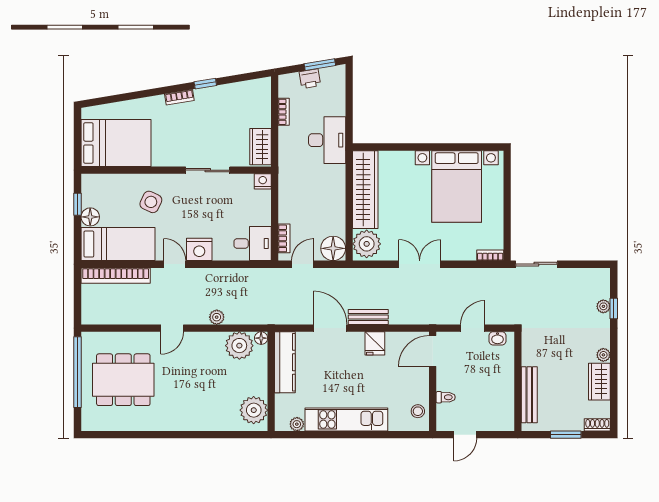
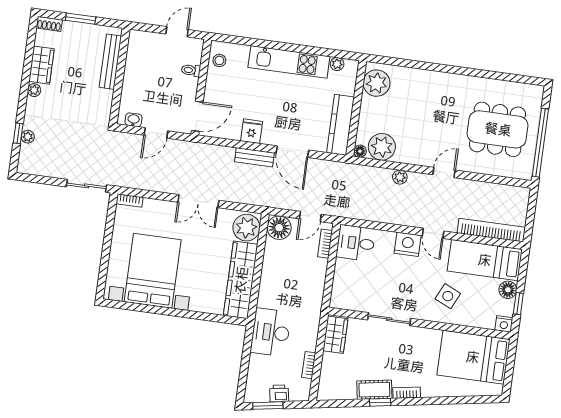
cot: (213, 96) -> (374, 390), added
nightstand: (263, 181) -> (504, 324), moved

